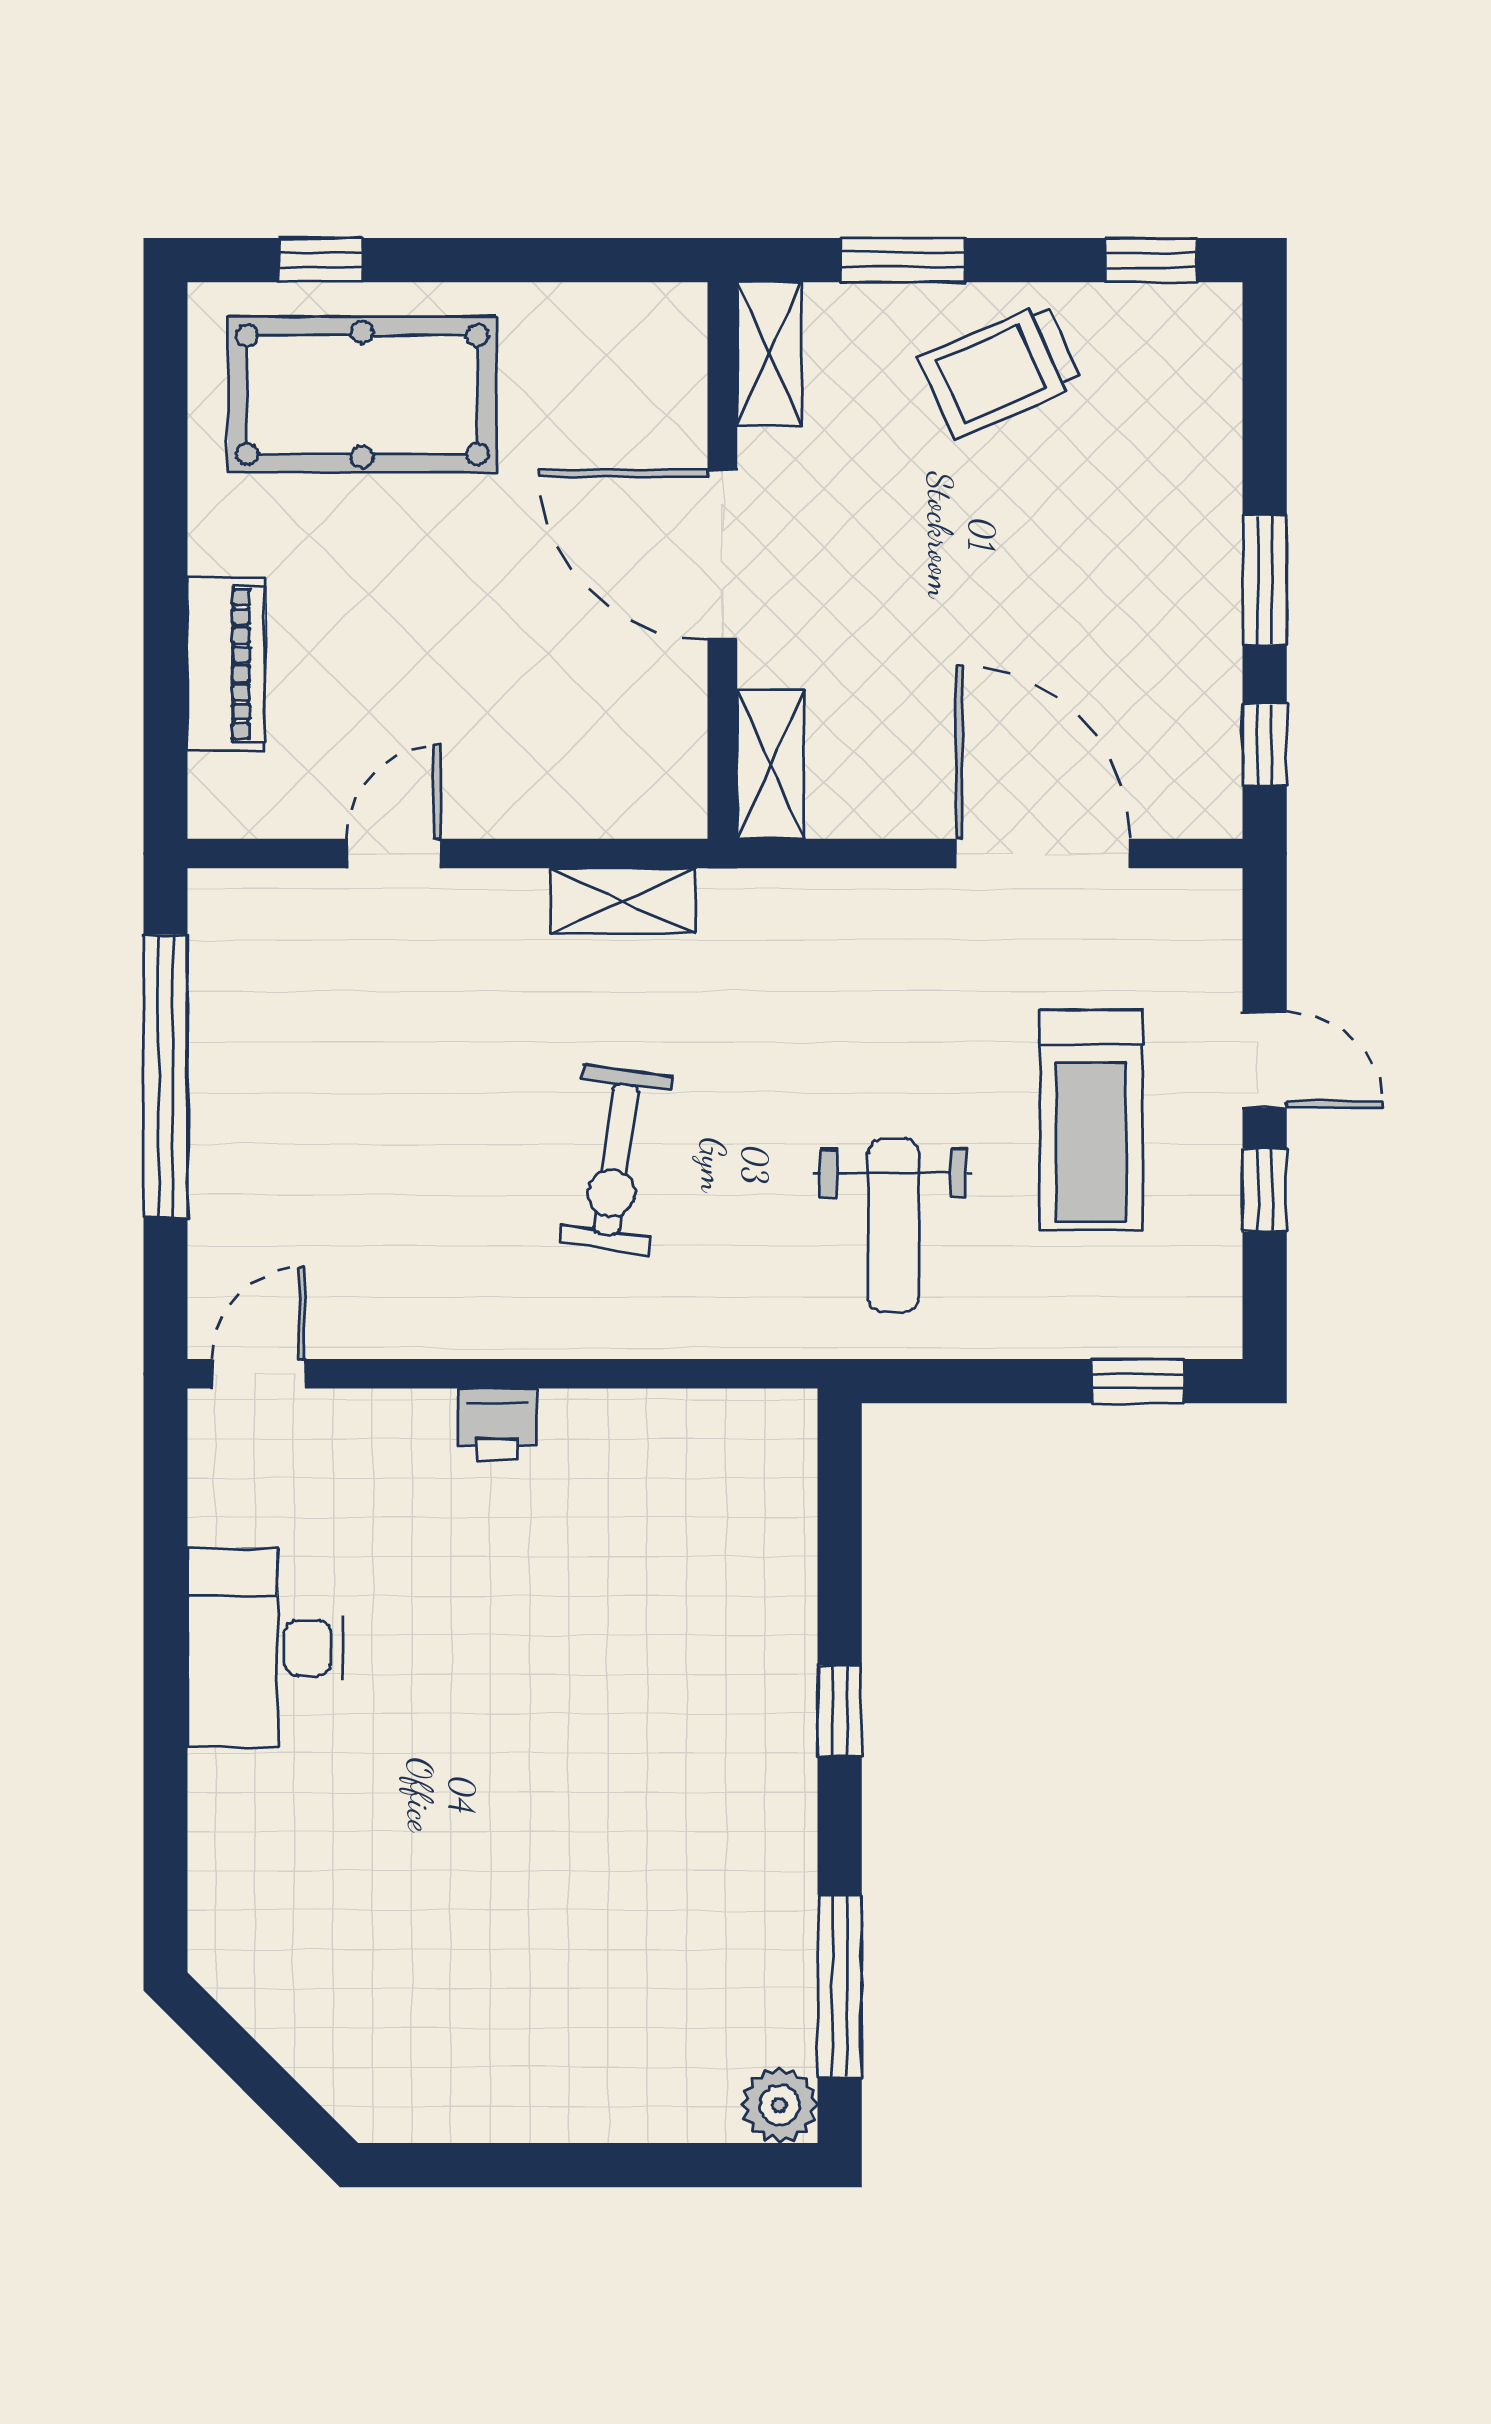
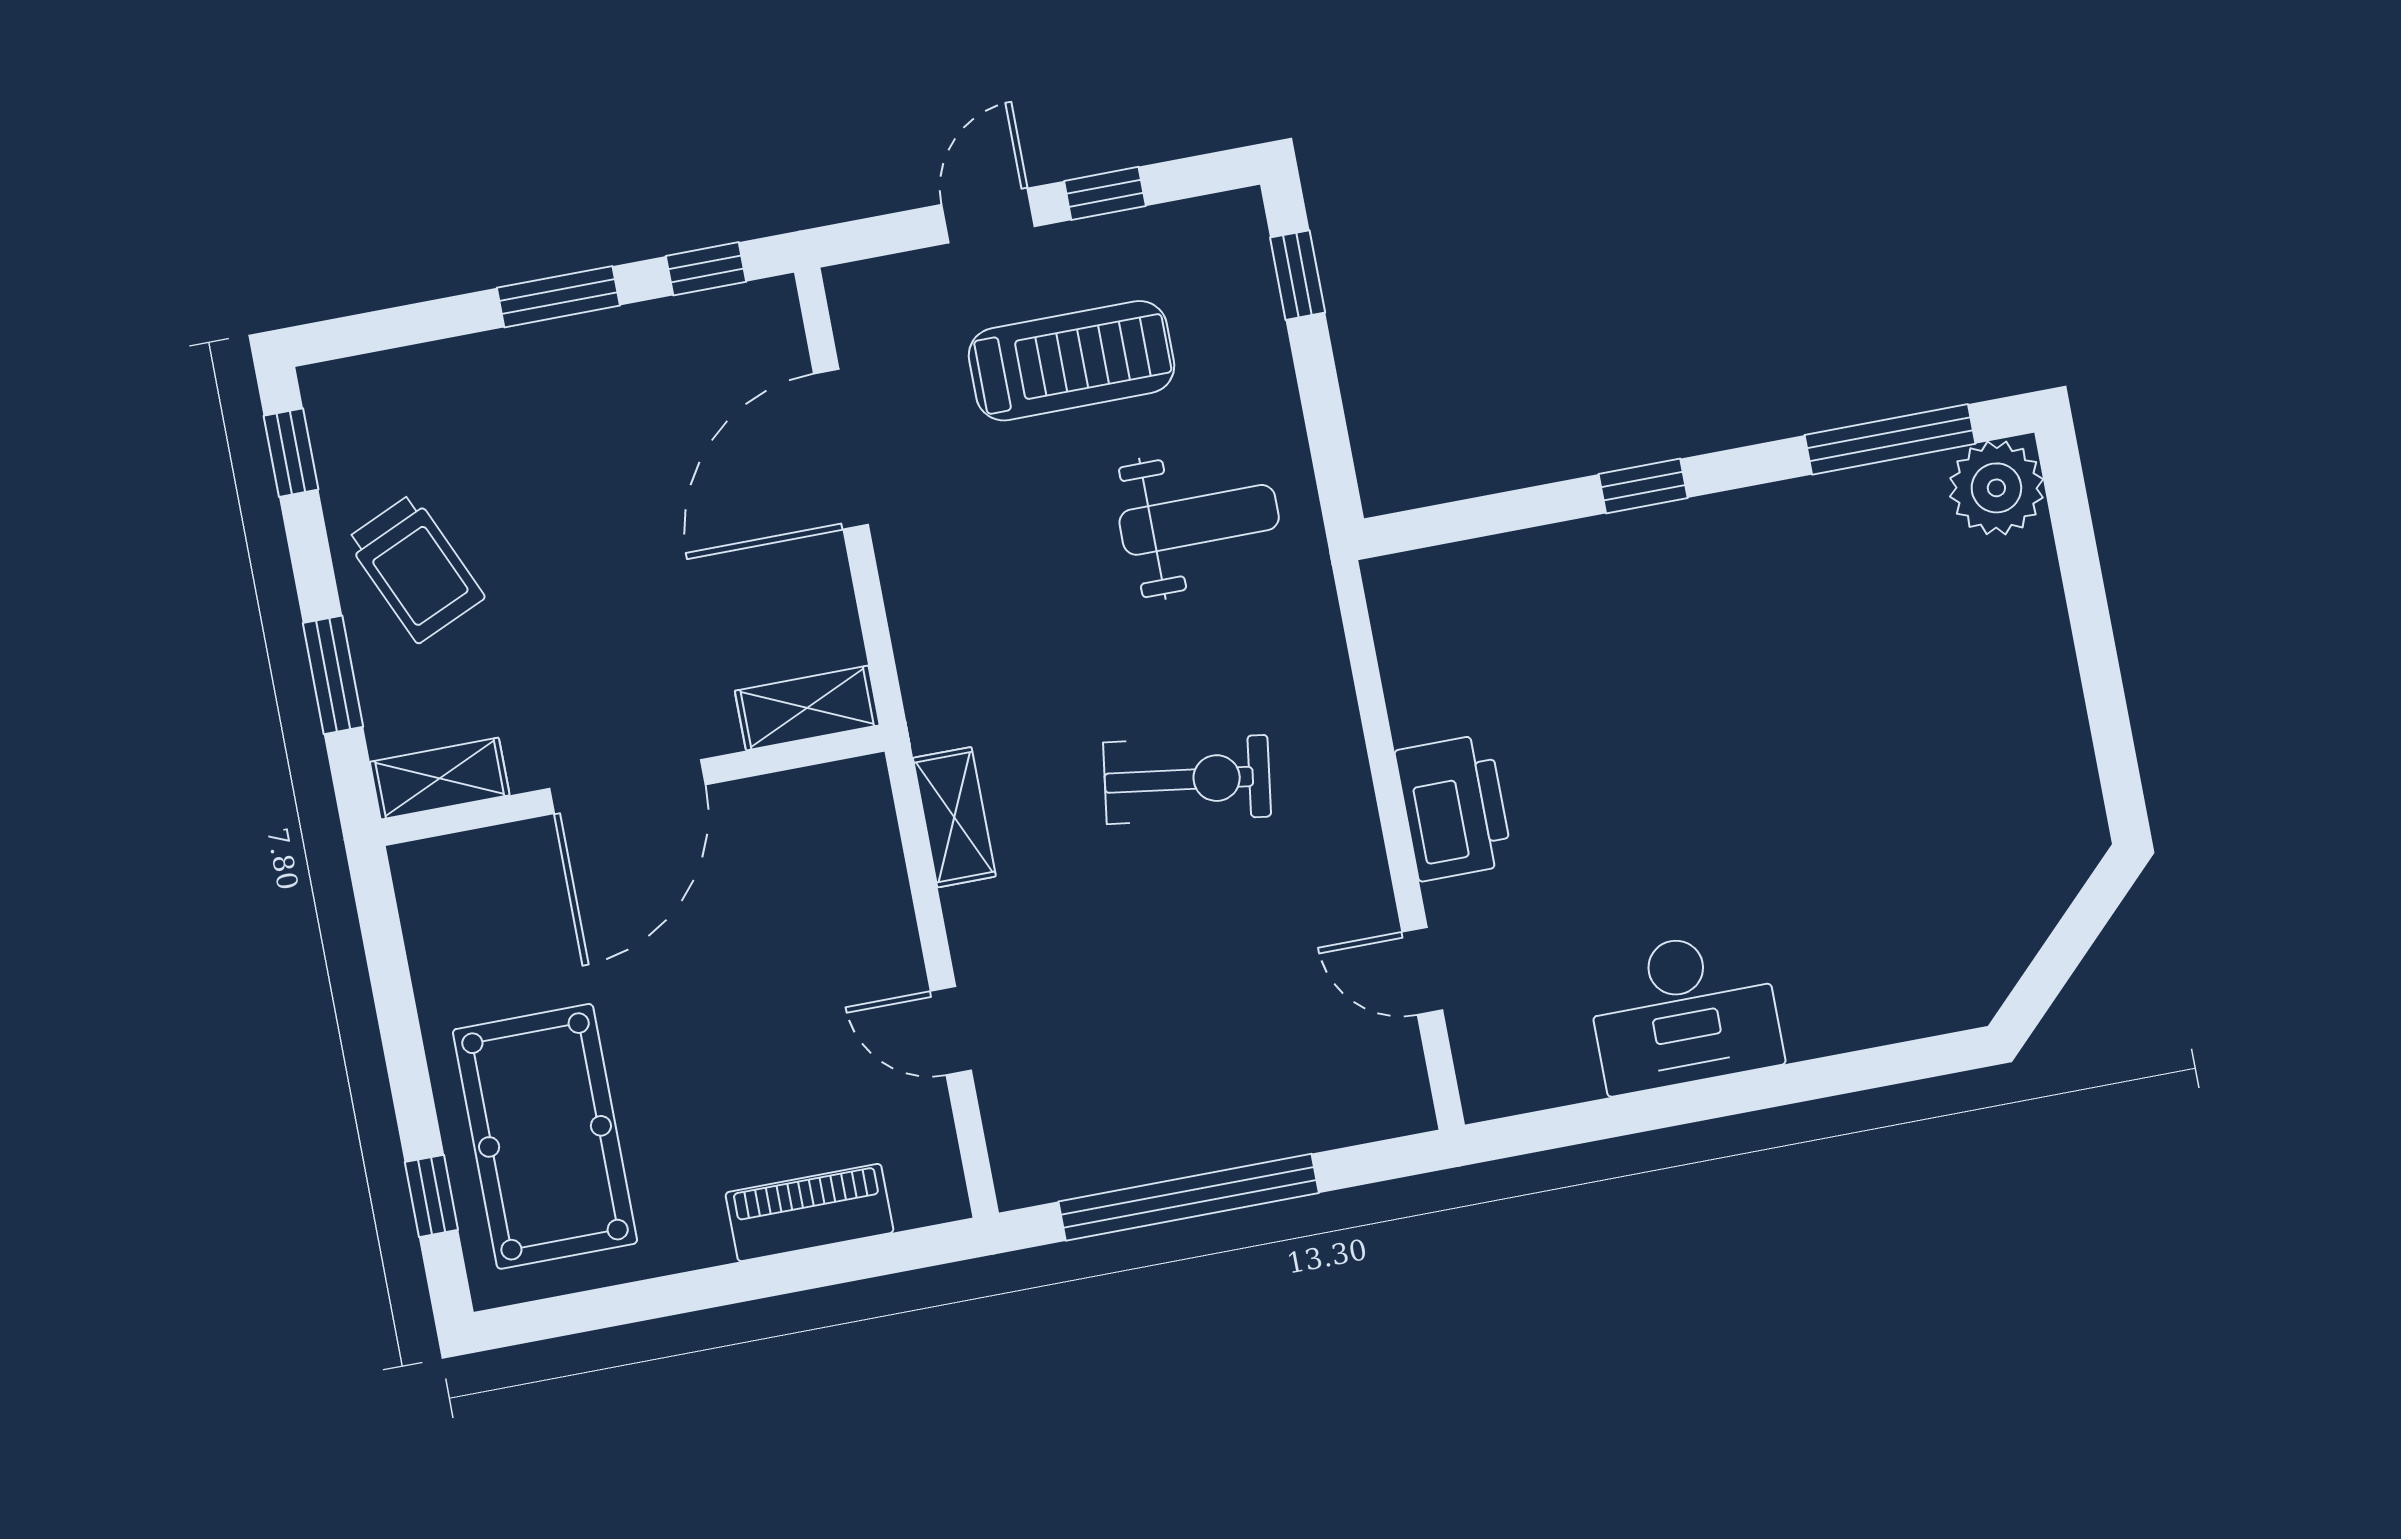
door: (259, 1374) -> (1422, 971), moved
printer: (497, 1424) -> (1454, 807), width x1.87, depth x1.48
plant: (779, 2105) -> (1996, 488), width x1.36, depth x1.36

